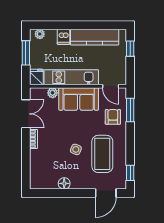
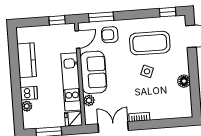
plant: (40, 34) -> (27, 106), moved
kitchen counter: (95, 37) -> (27, 60), width x0.67
window: (130, 49) -> (57, 20), moved

